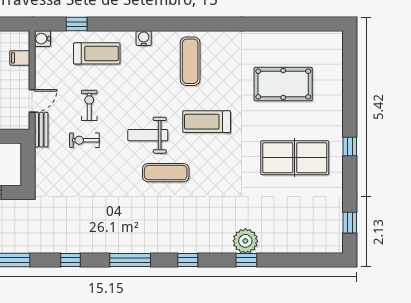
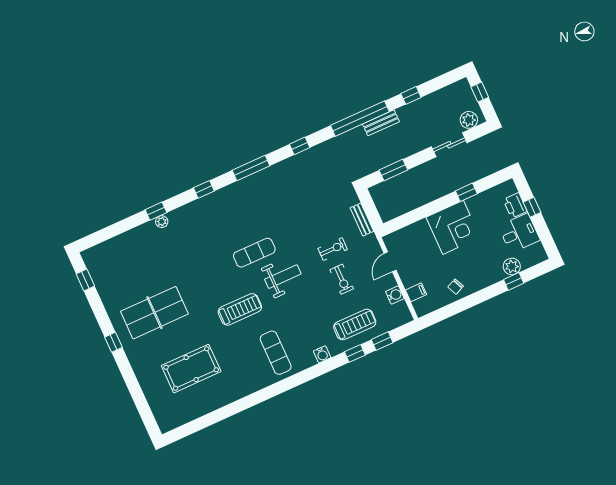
window: (110, 24) -> (355, 353), added
water cooler: (43, 39) -> (395, 295), moved
treadmill: (97, 53) -> (355, 324), turned 180
bench: (41, 130) -> (362, 220), moved
plant: (245, 241) -> (162, 222), width x0.53, depth x0.53

